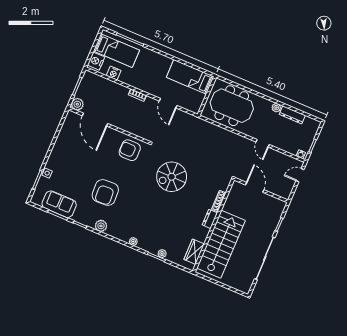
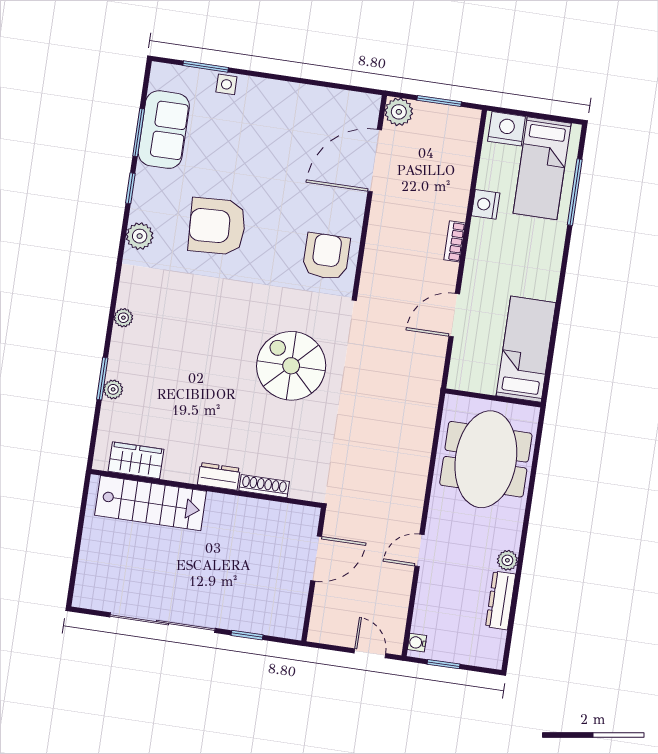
nightstand: (114, 73) -> (486, 204), moved
stairs: (221, 244) -> (151, 503), width x0.73, depth x0.66

